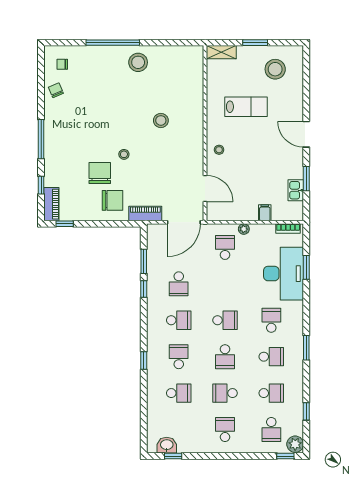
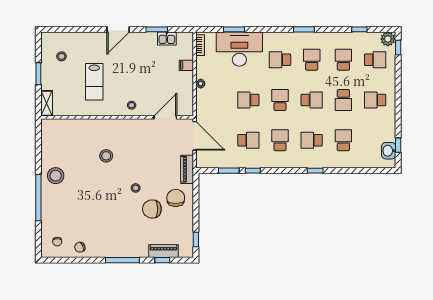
stool: (275, 69) -> (62, 56), width x0.53, depth x0.53
lab bench: (246, 107) -> (94, 82), turned 180
piano: (51, 204) -> (164, 251), moved
school desk: (225, 247) -> (248, 100), moved

